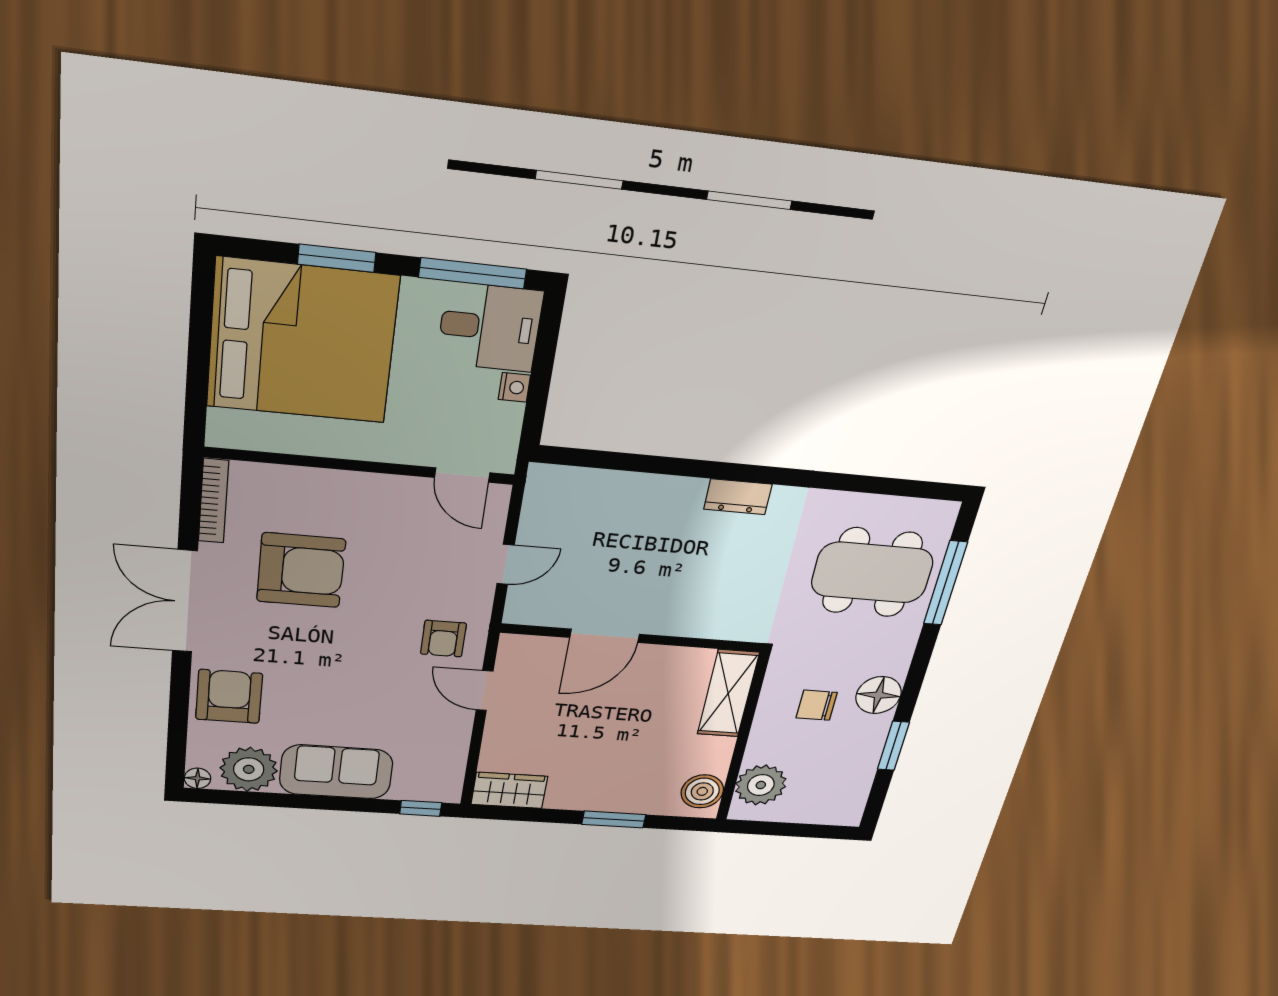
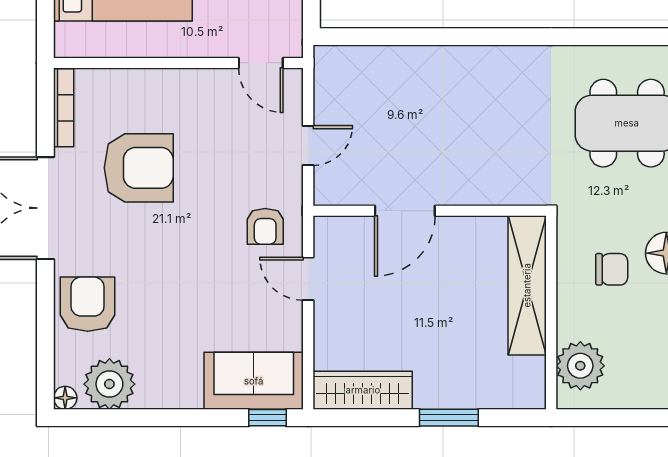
dresser: (738, 497) -> (493, 60), removed
shelving: (728, 693) -> (527, 285), width x1.47
chair: (817, 705) -> (612, 269), turned 180
sofa: (336, 772) -> (254, 381), moved
wardrobe: (509, 790) -> (363, 390), width x1.50
boiler: (702, 791) -> (526, 378), removed

